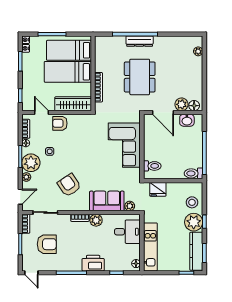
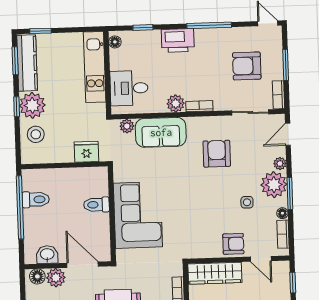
toilet: (152, 166) -> (96, 205), moved
toilet: (194, 173) -> (36, 200), moved
armchair: (69, 185) -> (217, 154), turned -146

